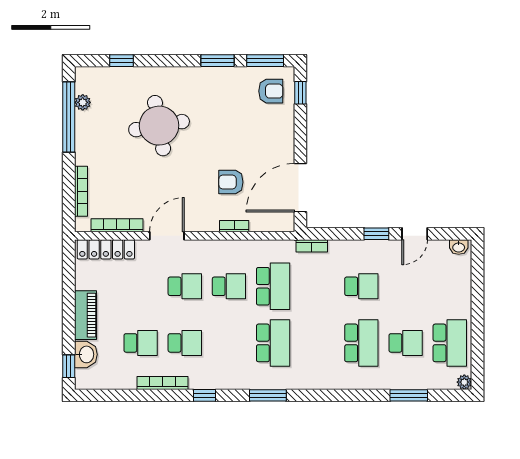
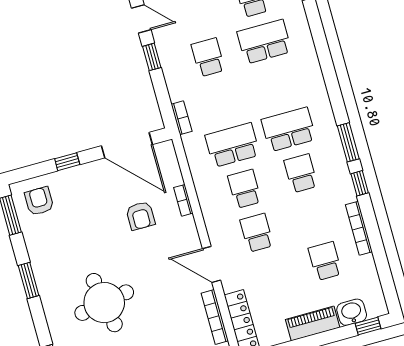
window: (217, 61) -> (29, 280), moved
window: (300, 93) -> (67, 162), moved
school desk: (185, 343) -> (301, 173), moved
window: (268, 395) -> (348, 142), moved

